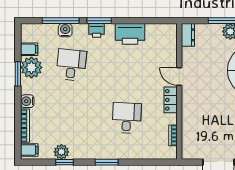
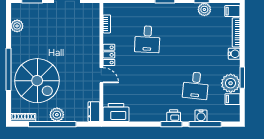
printer: (130, 34) -> (116, 113), moved

